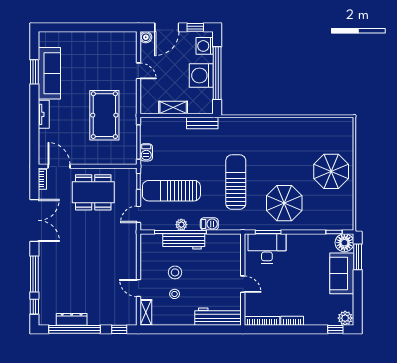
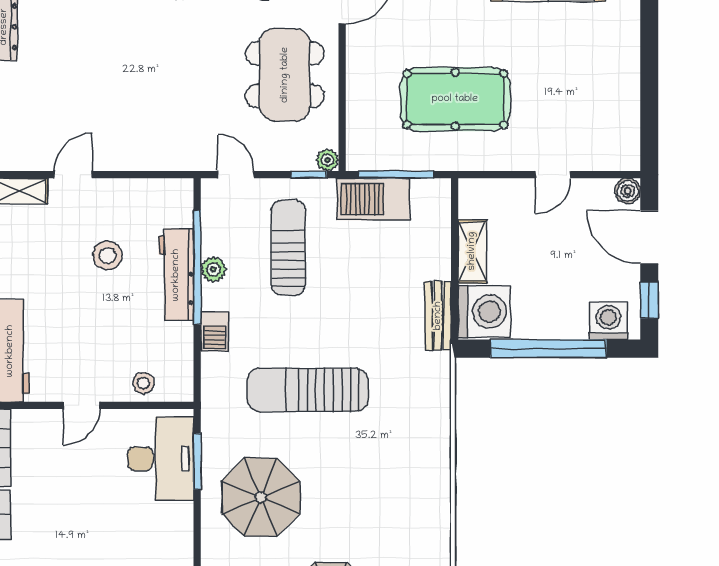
washing machine: (201, 75) -> (484, 311), moved, turned 90
barbecue: (146, 152) -> (373, 199), width x1.88, depth x1.53
plant: (132, 173) -> (327, 160), added
sun lounger: (236, 182) -> (307, 390), turned 180
sun lounger: (171, 191) -> (288, 247), width x0.73, depth x0.75
stool: (175, 294) -> (143, 383), moved

